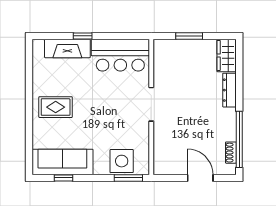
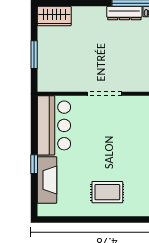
dresser: (229, 90) -> (124, 13), moved
rug: (56, 107) -> (107, 192), turned 90

